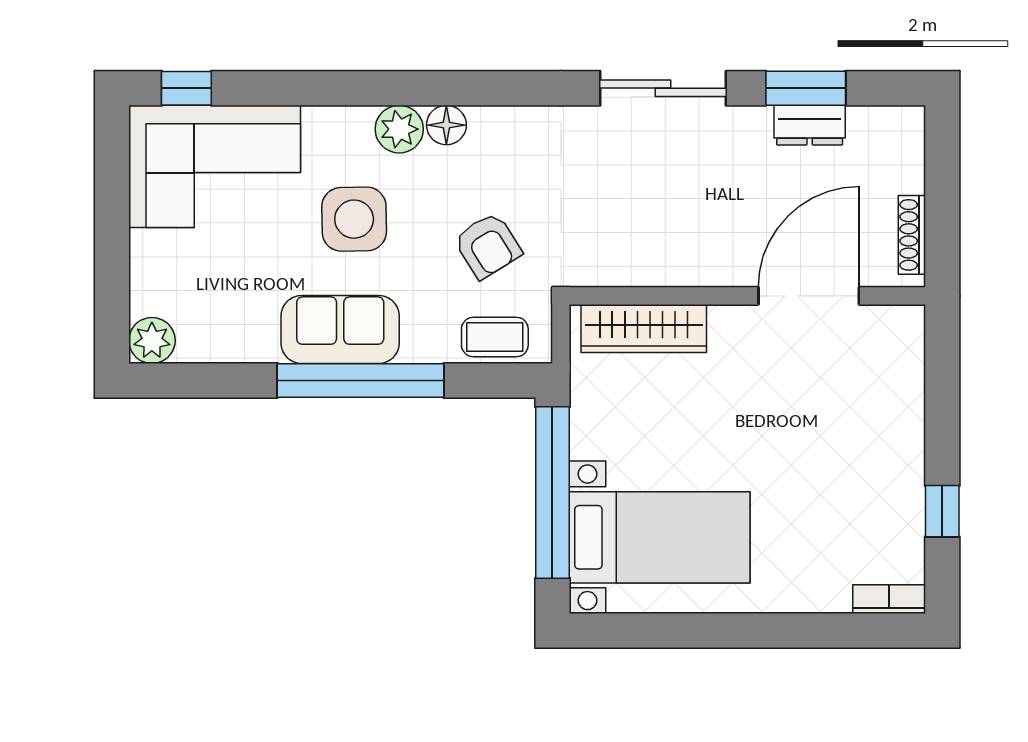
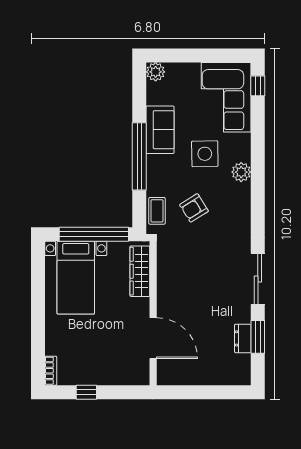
floor lamp: (446, 125) -> (243, 191), removed
shoe rack: (912, 235) -> (198, 380), removed
wall: (747, 296) -> (153, 313), moved
door: (809, 296) -> (153, 338), moved
wardrobe: (644, 328) -> (140, 271), moved
sofa: (340, 329) -> (160, 130), moved

